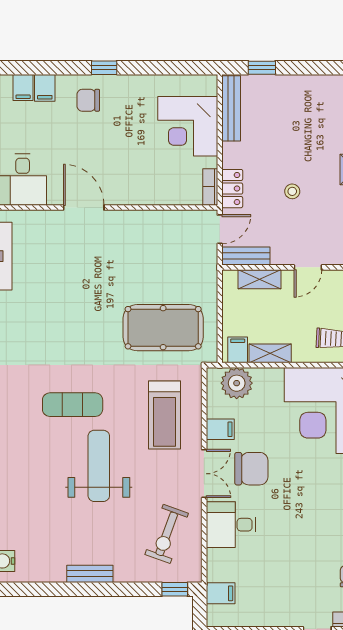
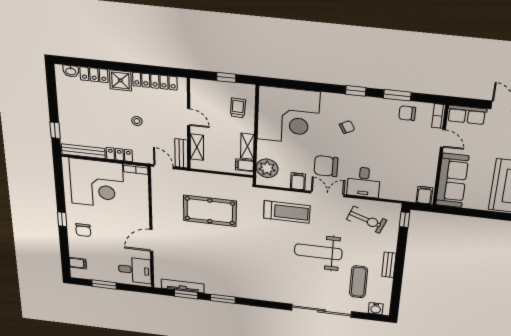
filing cabinet: (45, 88) -> (77, 252), removed
corner desk: (188, 126) -> (97, 184), width x1.36, depth x1.36
locker: (232, 189) -> (119, 155), moved
pool table: (163, 328) -> (210, 211), moved, turned 90
exercise mat: (73, 405) -> (358, 282), moved
chair: (251, 469) -> (326, 166), turned -90
chair: (319, 494) -> (347, 127), added
filing cabinet: (221, 593) -> (424, 195), moved

